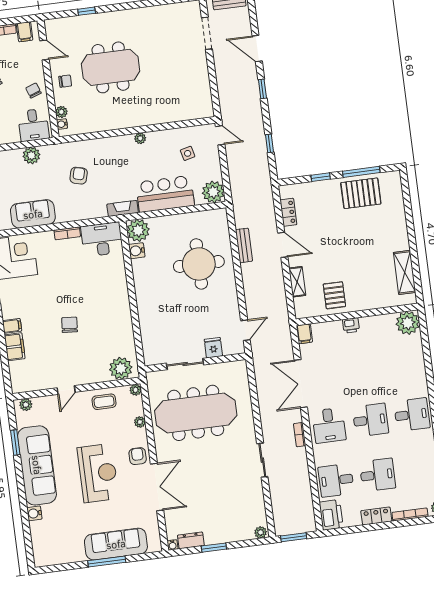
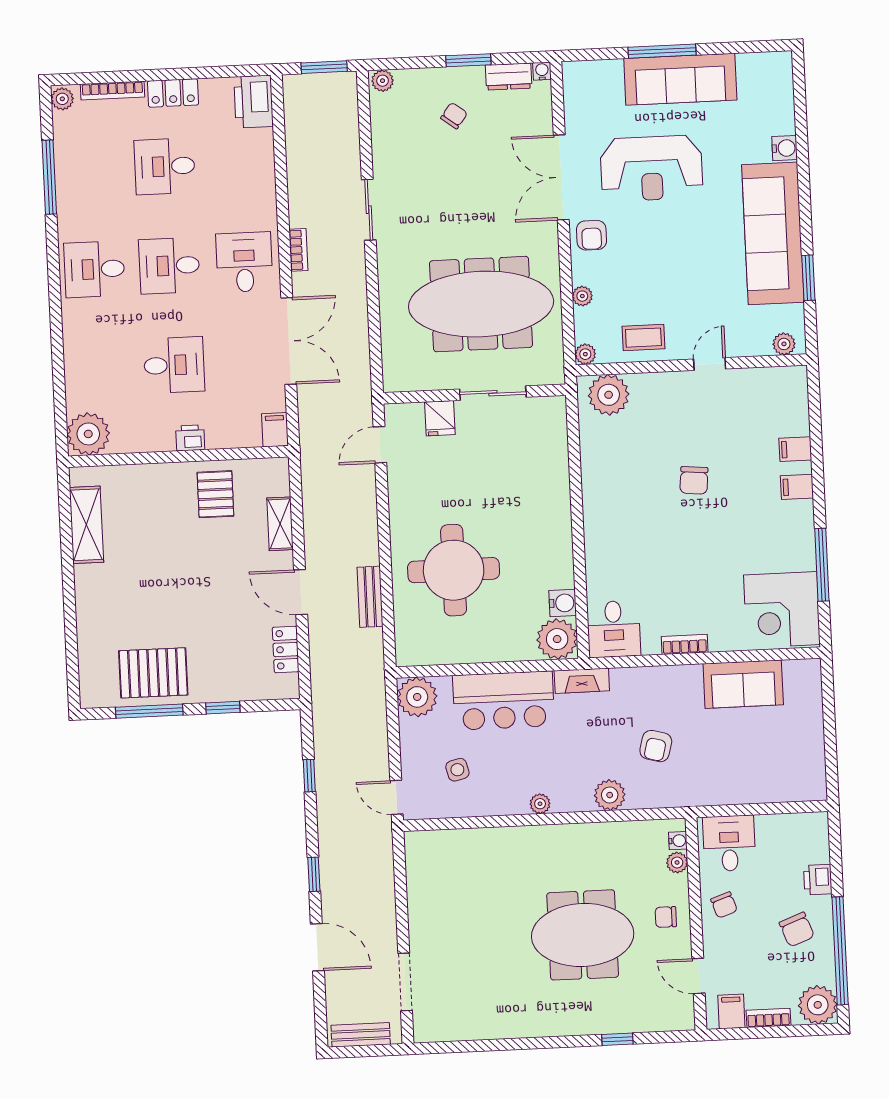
plant: (31, 155) -> (610, 795), moved
desk: (102, 239) -> (614, 629), width x0.73
filing cabinet: (15, 347) -> (795, 449), width x0.50
reception desk: (98, 473) -> (652, 168), moved, turned -90
desk: (336, 480) -> (174, 365), moved
chair: (219, 516) -> (454, 116), added
sofa: (116, 544) -> (680, 79), moved

